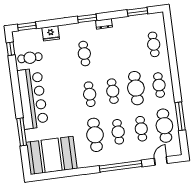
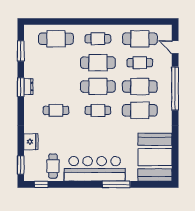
window: (87, 18) -> (21, 87), moved
cafe table: (154, 44) -> (56, 39), width x1.37, depth x1.35
cafe table: (113, 91) -> (98, 87), width x1.37, depth x1.35
window: (180, 116) -> (132, 22), removed
window: (22, 132) -> (116, 184), moved
cafe table: (118, 132) -> (140, 87), width x1.37, depth x1.35

